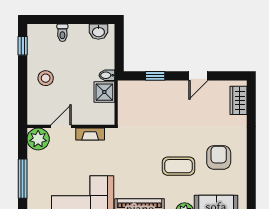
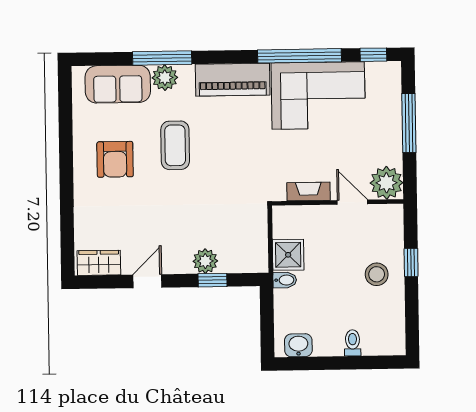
window: (23, 46) -> (411, 262), moved
plant: (160, 89) -> (205, 261), added
wardrobe: (239, 100) -> (99, 263), moved, turned -90
door: (61, 126) -> (352, 202), swing flipped
coffee table: (179, 166) -> (175, 145), turned 90

